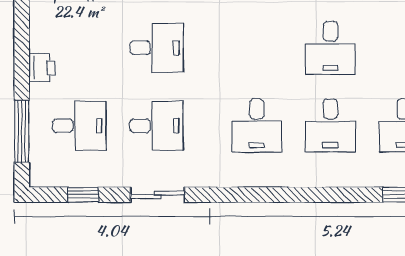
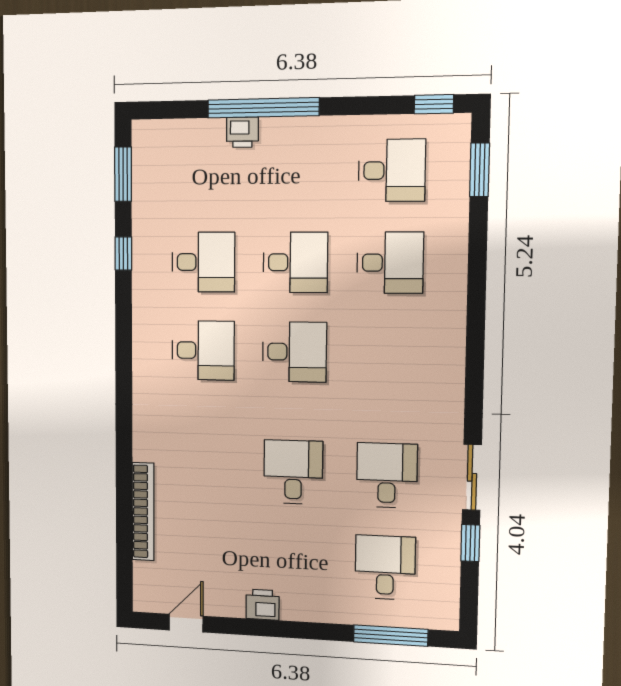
printer: (42, 68) -> (262, 605), moved
desk: (257, 125) -> (294, 352), moved
window: (83, 195) -> (470, 543), moved

